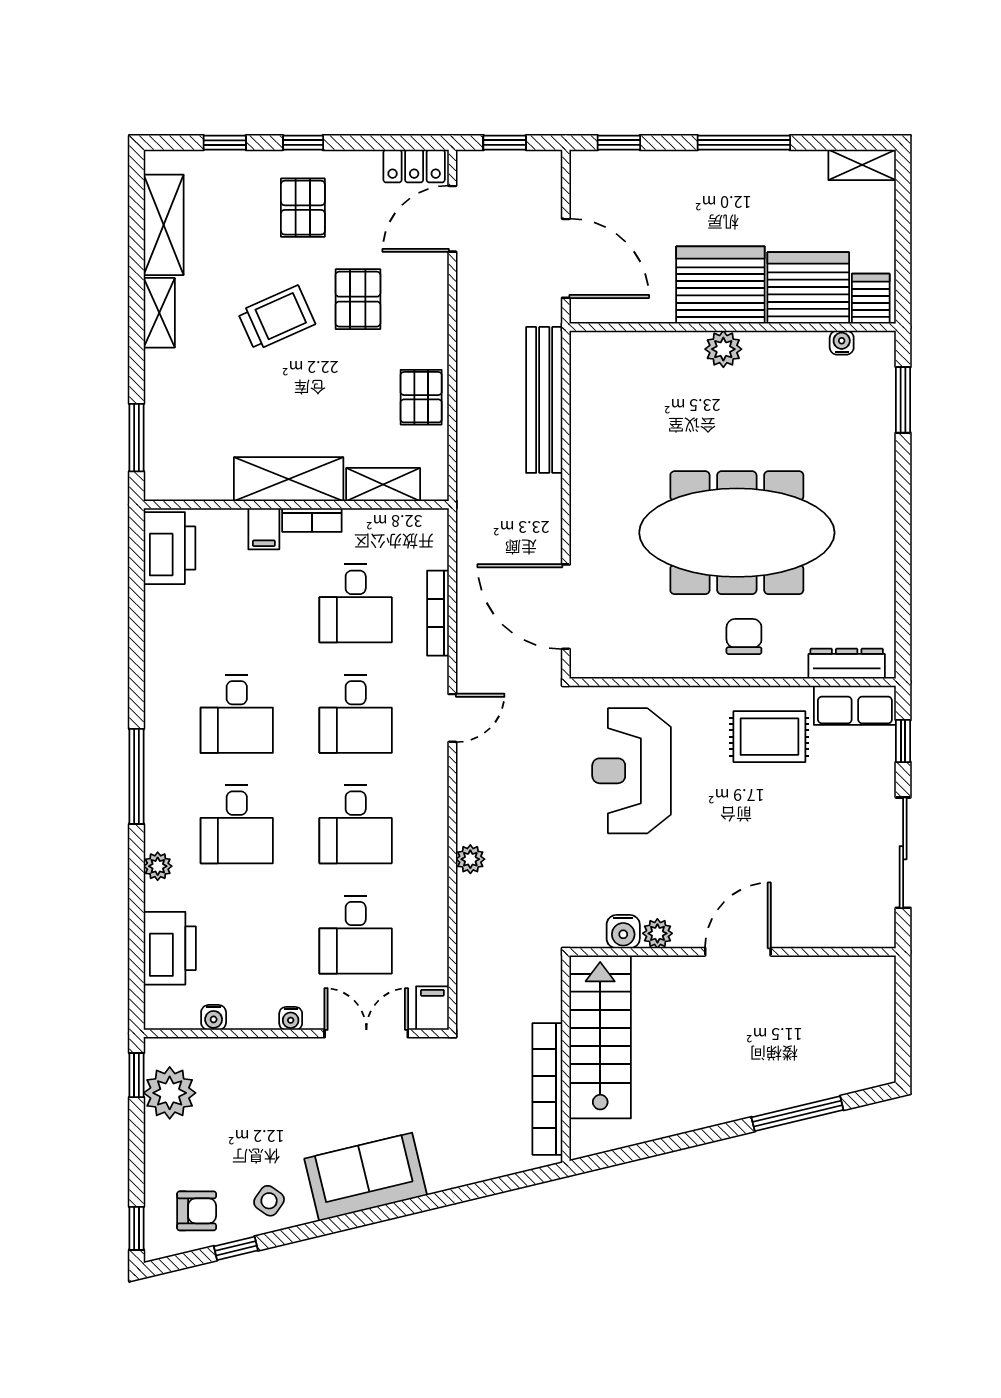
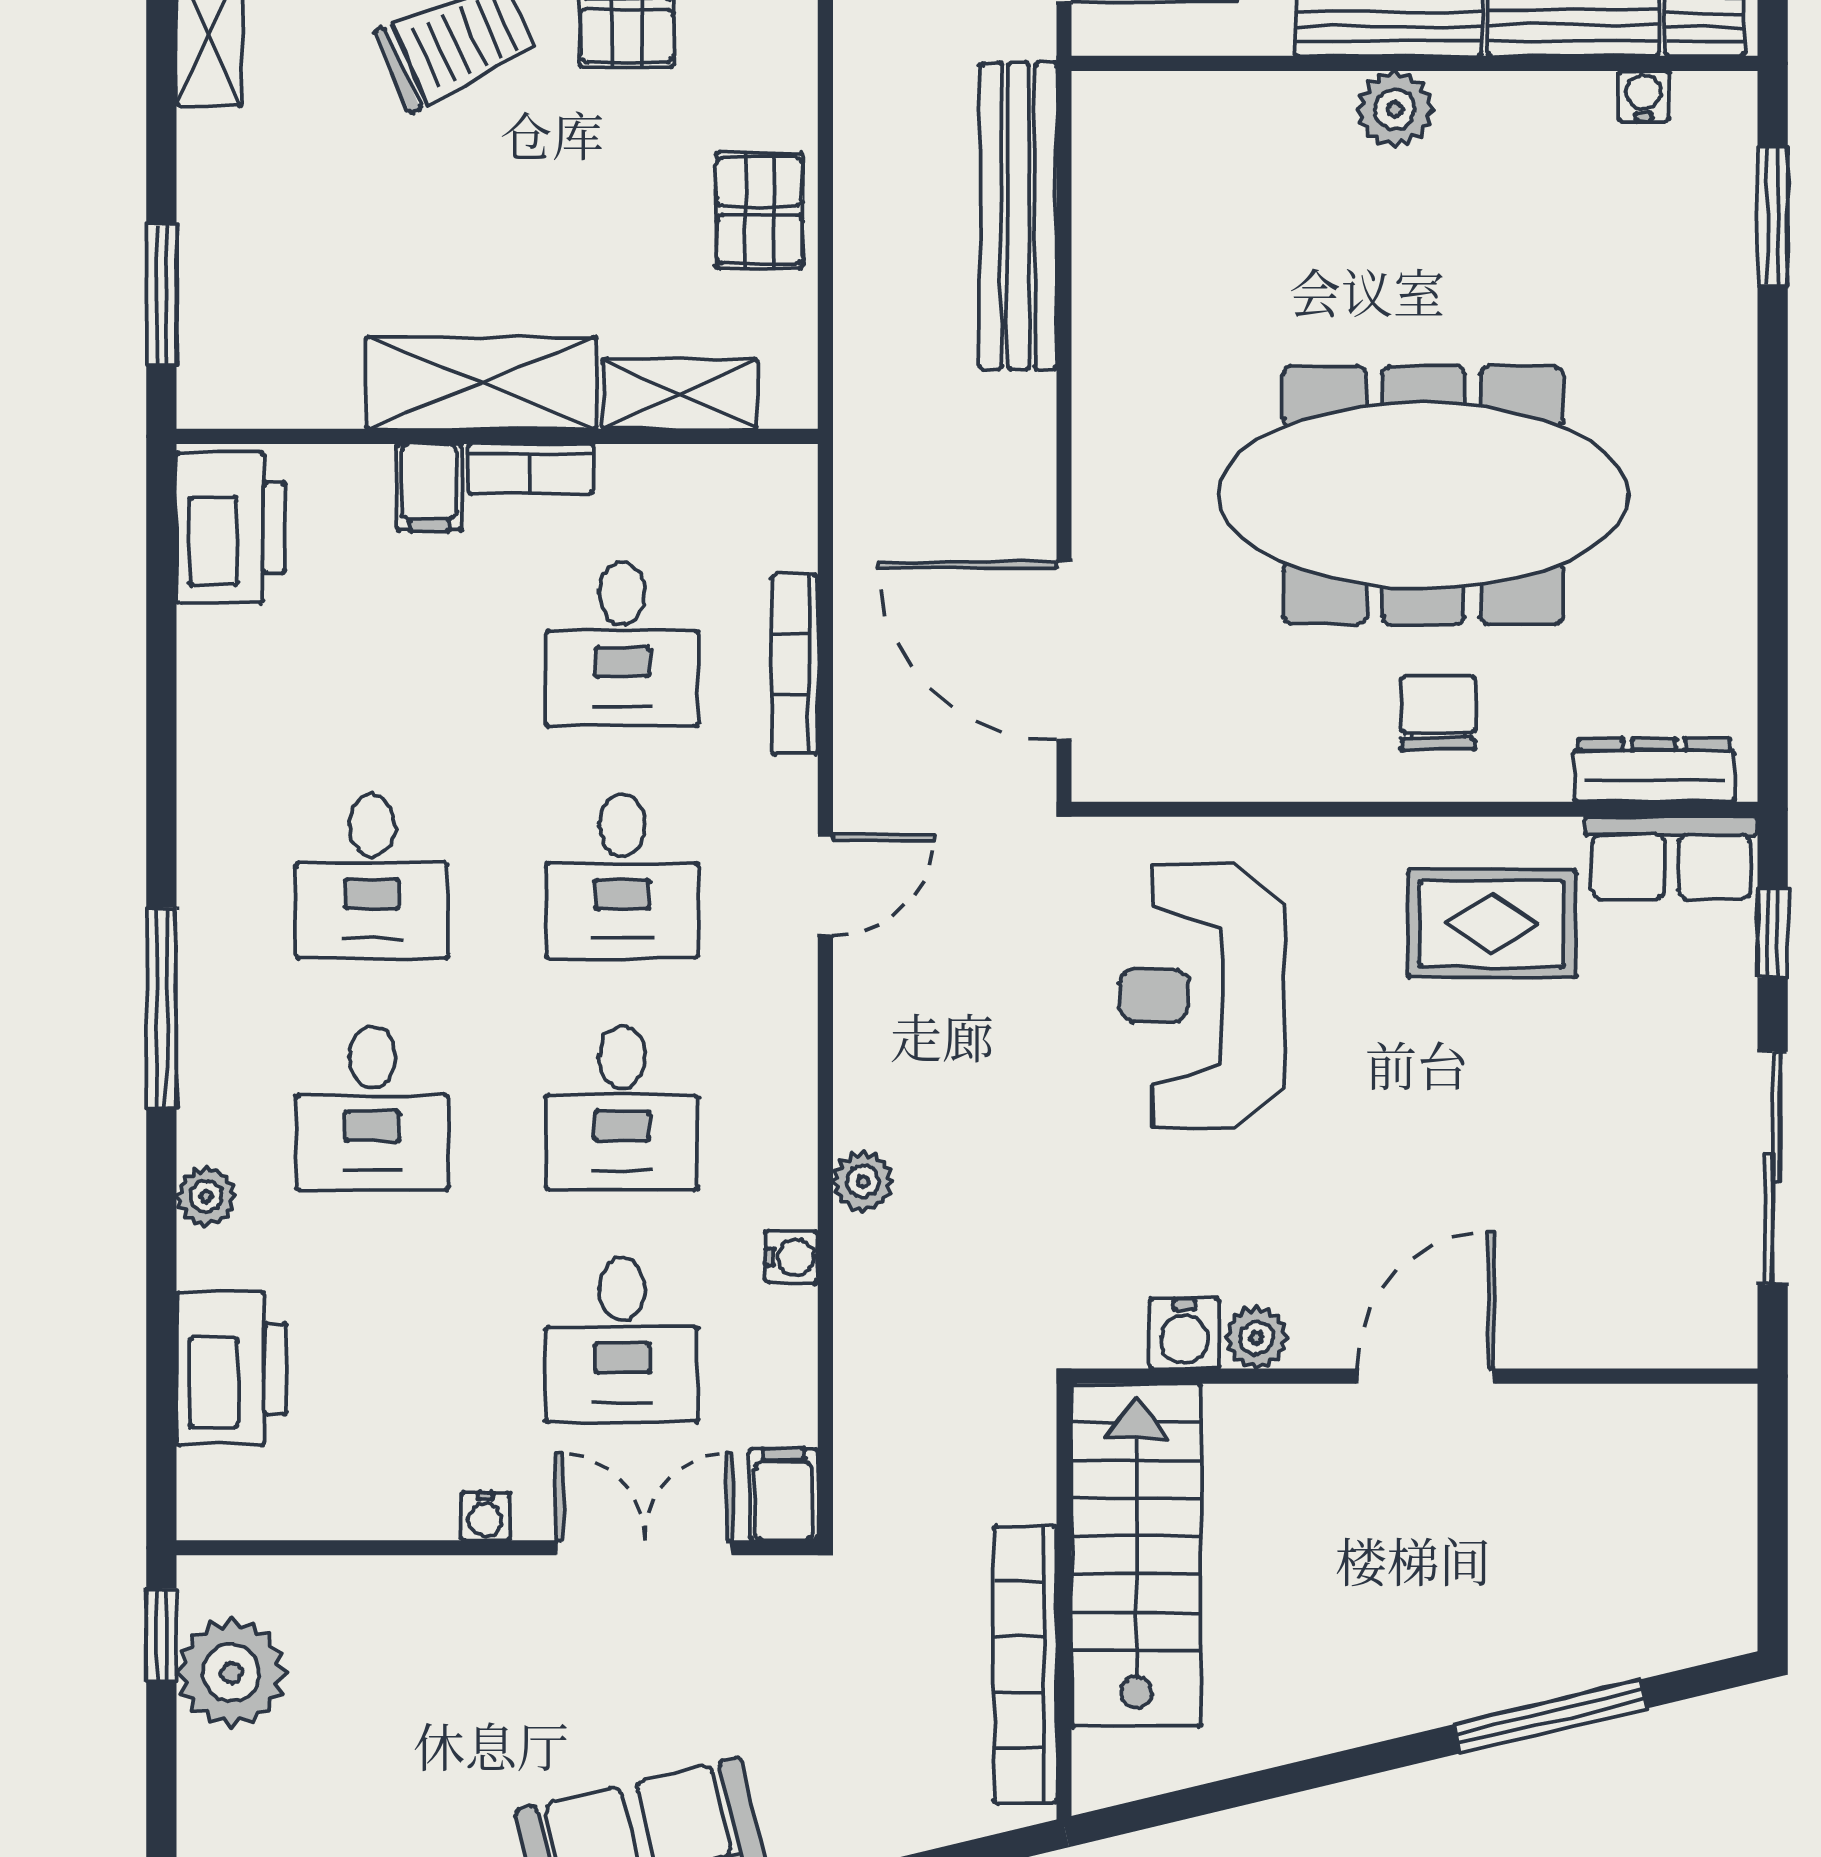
water cooler: (214, 1017) -> (792, 1257), moved, turned -90

